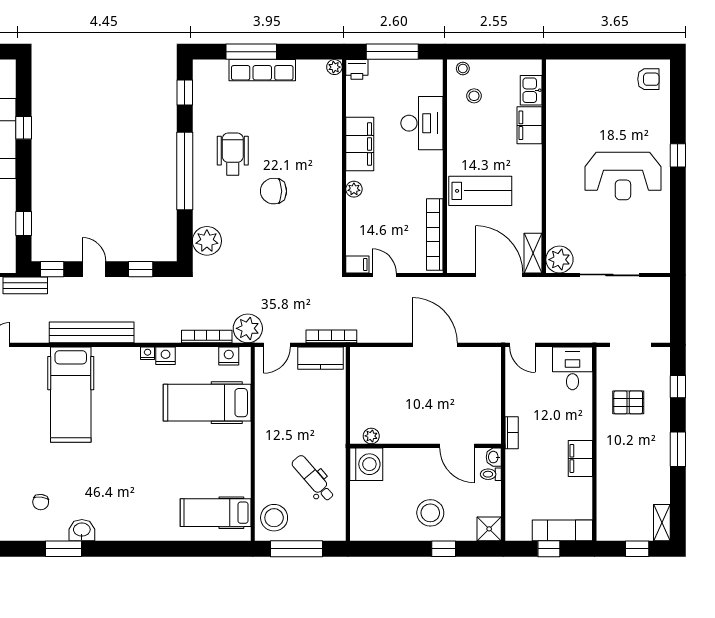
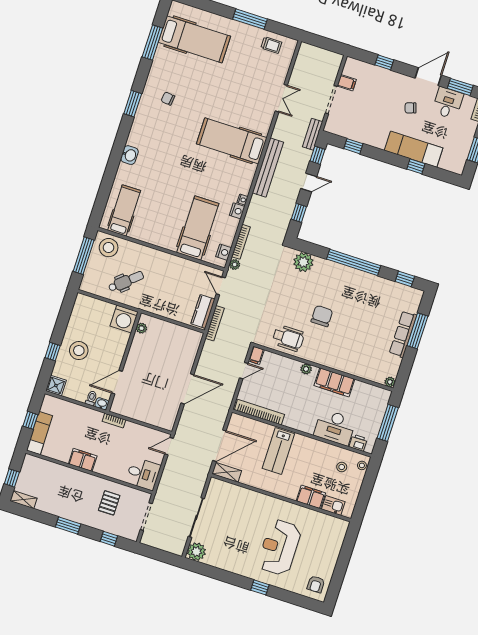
printer: (357, 69) -> (358, 443), moved, turned 90
wheelchair: (233, 154) -> (288, 338), moved
reception desk: (623, 176) -> (279, 547), moved
plant: (559, 260) -> (196, 552), moved
plant: (248, 328) -> (235, 264), width x0.53, depth x0.53
washbasin: (82, 530) -> (129, 155), moved

